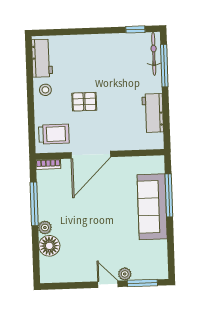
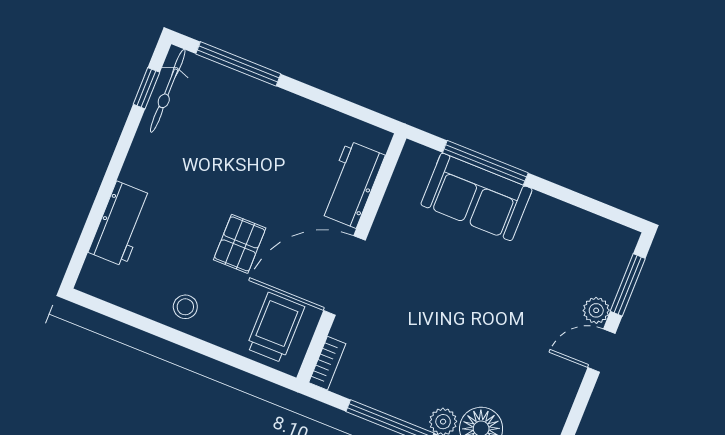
bicycle: (154, 54) -> (168, 91), moved, turned -90
workbench: (42, 58) -> (121, 224), moved, turned 90
workbench: (153, 113) -> (352, 184), moved, turned 90
door: (91, 155) -> (344, 275), swing flipped
sofa: (152, 207) -> (476, 197), width x0.73

